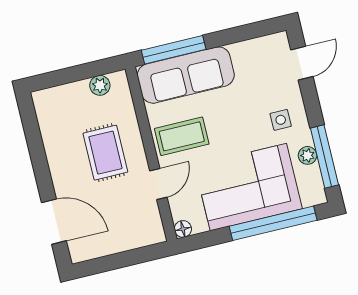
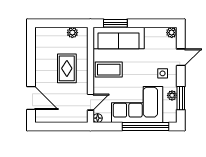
plant: (279, 42) -> (172, 33), added
window: (174, 50) -> (115, 23), width x0.69
door: (302, 63) -> (181, 57), moved
window: (324, 156) -> (181, 98), width x0.69
door: (158, 184) -> (90, 102), moved

